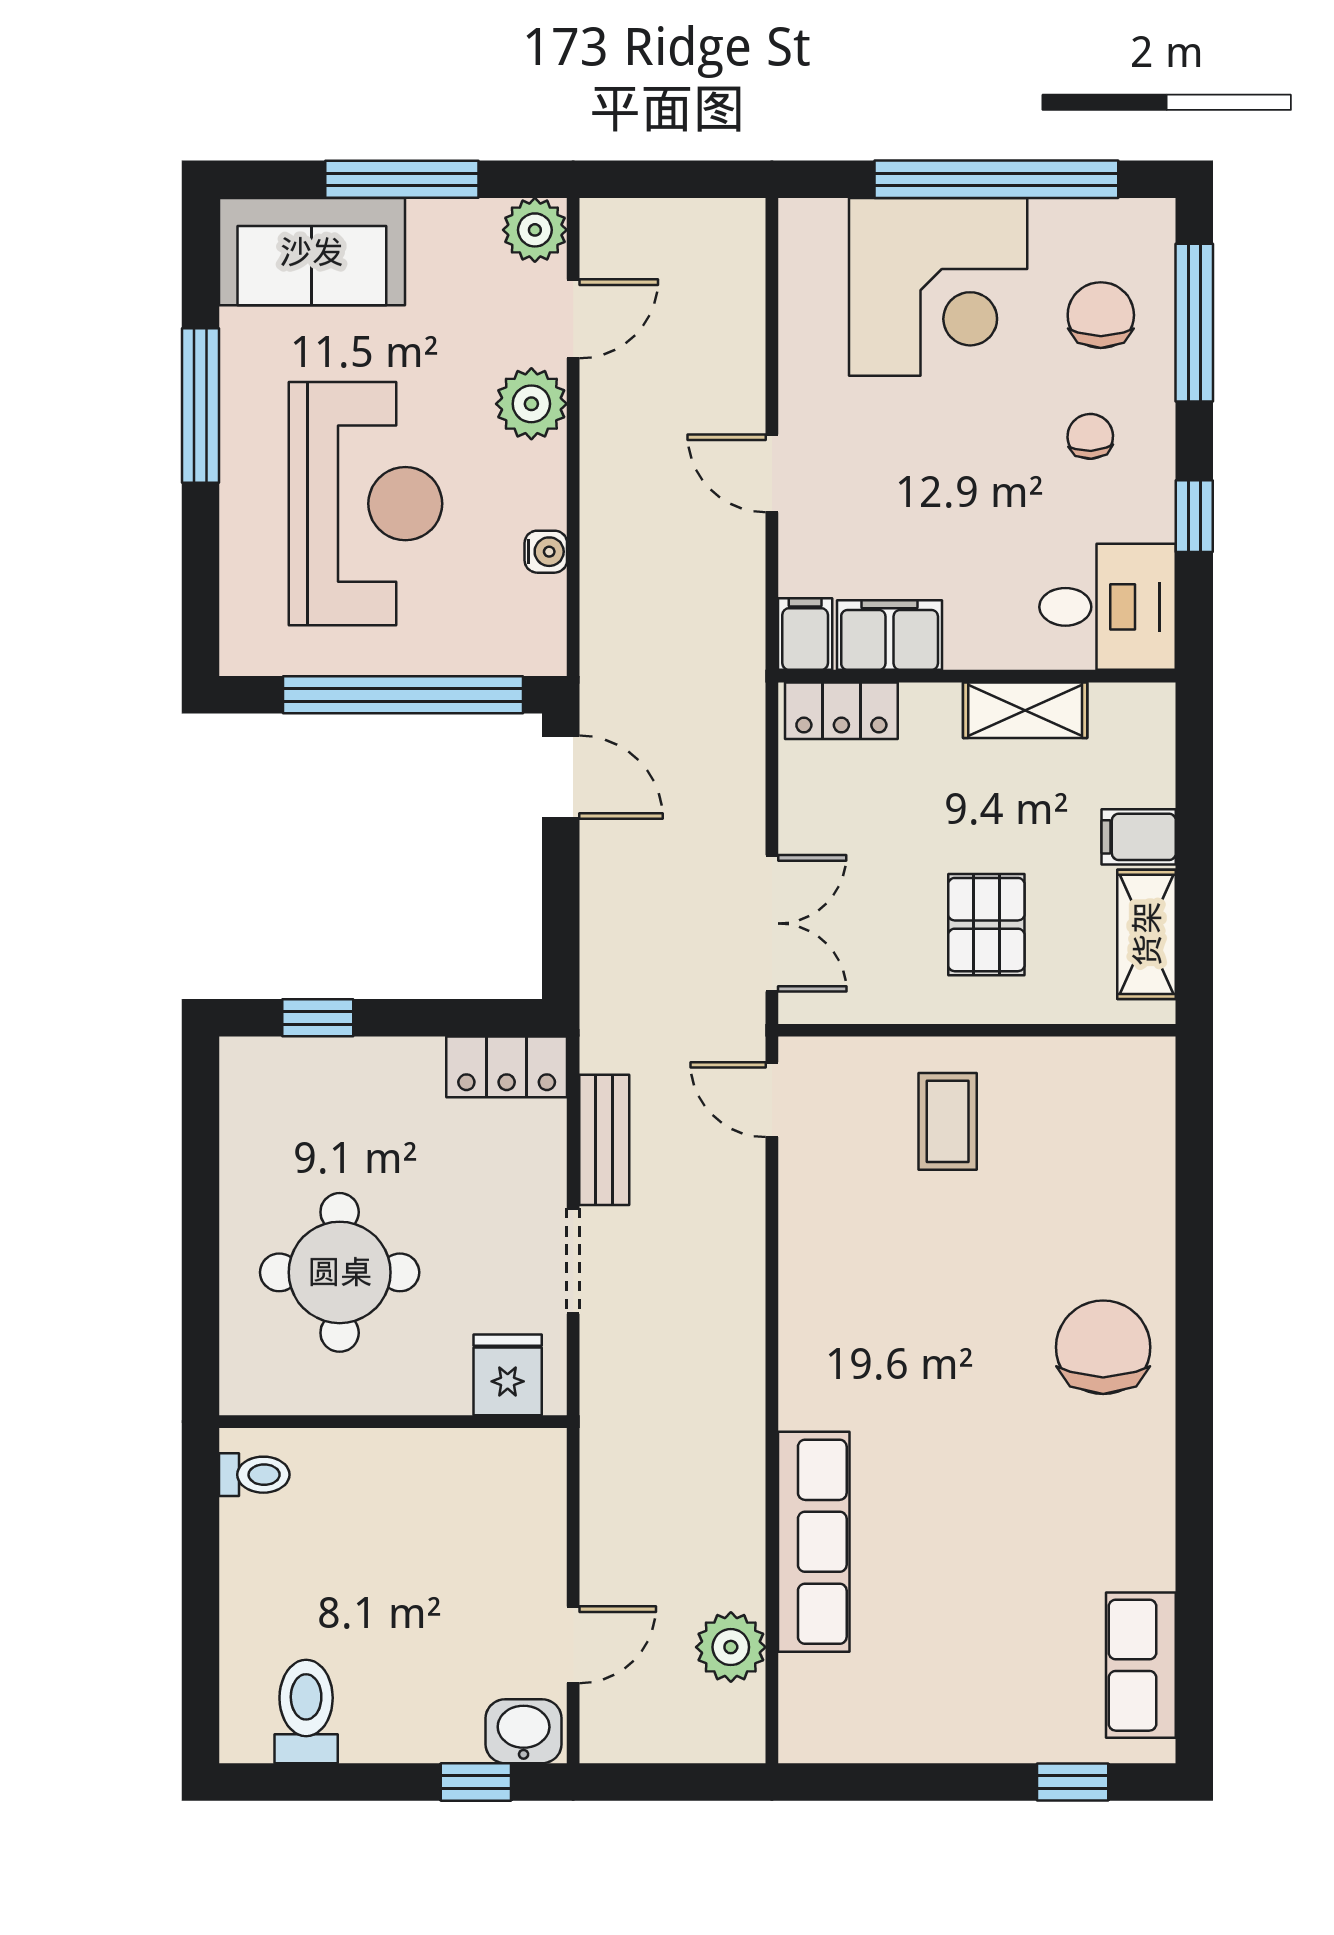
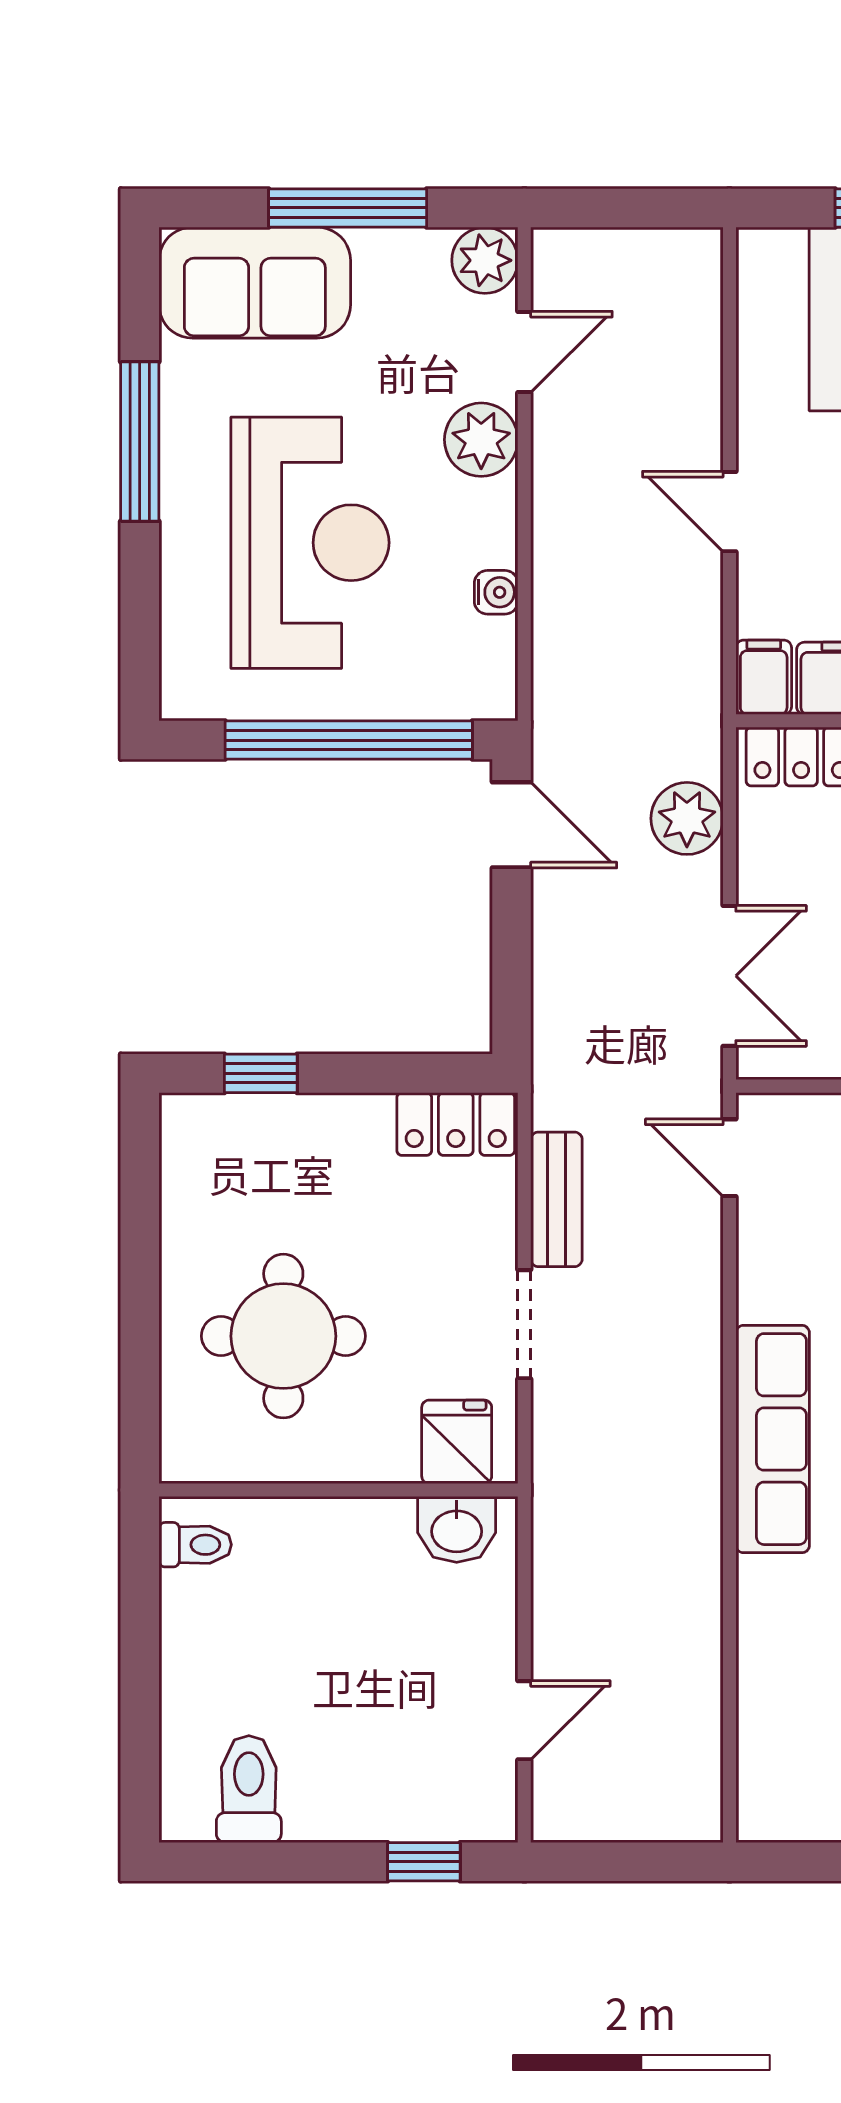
row of seats: (814, 1542) -> (773, 1439), moved
plant: (731, 1647) -> (687, 818), moved
washbasin: (524, 1731) -> (457, 1529), moved, turned 180

